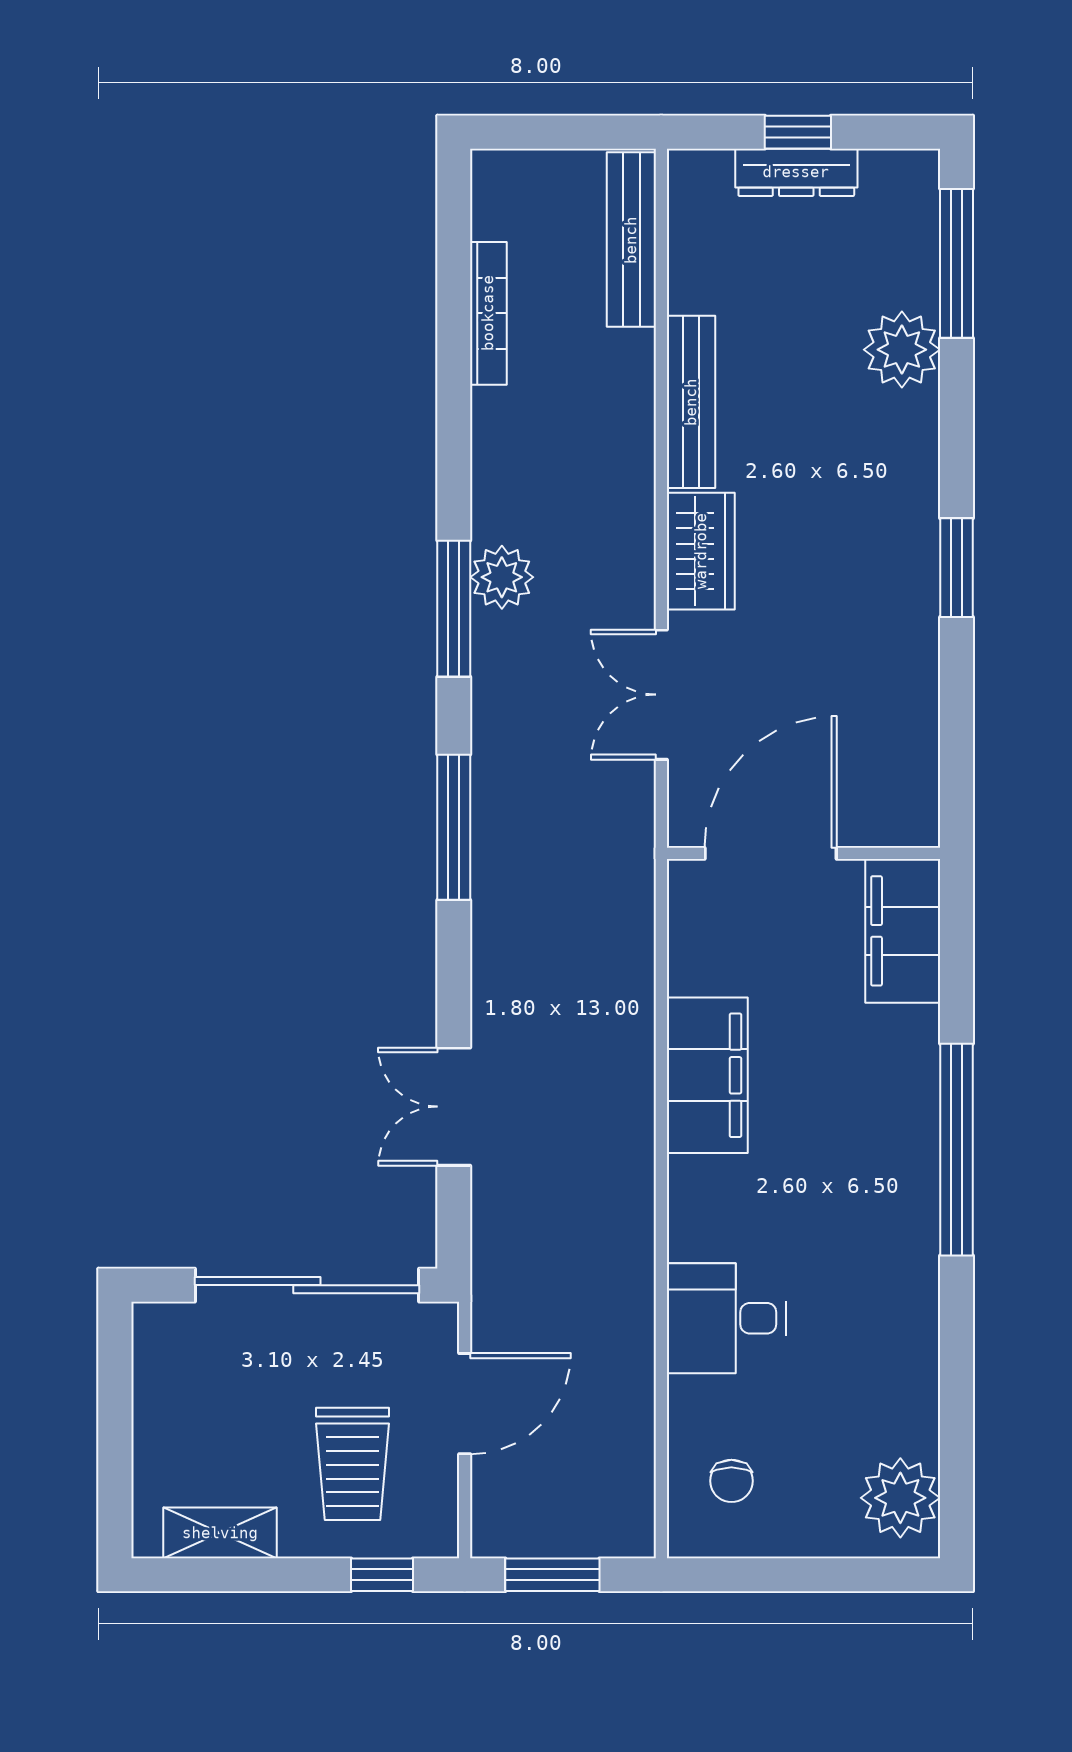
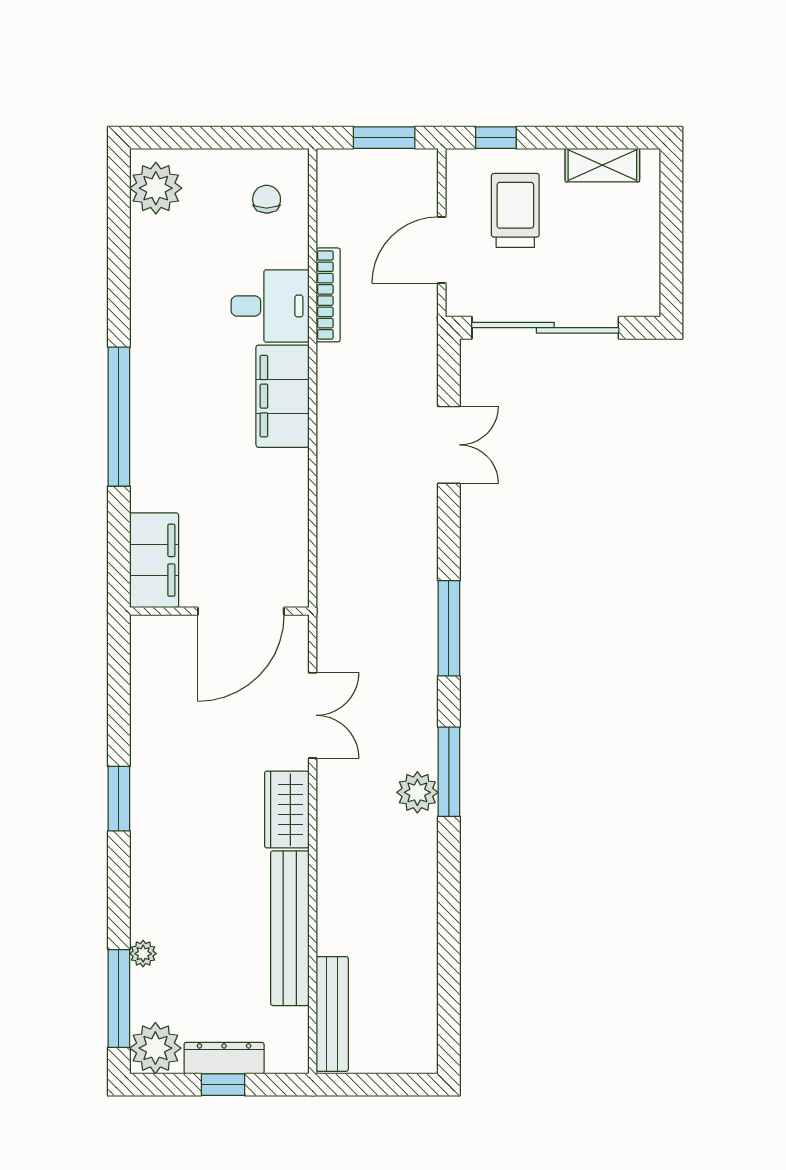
plant: (901, 188) -> (155, 1048), added
bookcase: (488, 313) -> (328, 295), moved, turned 180
plant: (902, 350) -> (143, 954), width x0.53, depth x0.53
bench: (691, 402) -> (290, 928), width x1.37, depth x1.21
filing cabinet: (707, 1075) -> (283, 396), moved

